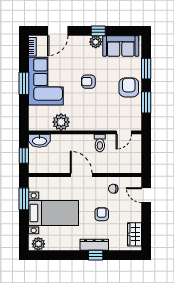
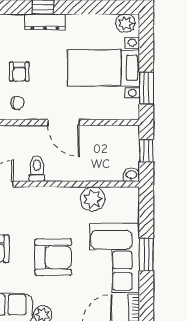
armchair: (88, 82) -> (53, 257), width x1.88, depth x1.88
washbasin: (39, 141) -> (131, 175), width x0.52, depth x0.69
armchair: (102, 214) -> (19, 72), moved

